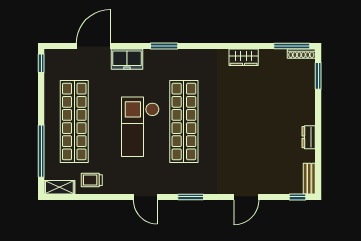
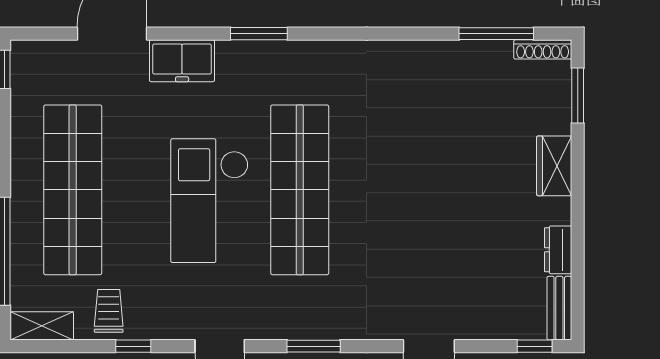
window: (292, 46) -> (496, 34), moved
wardrobe: (244, 57) -> (554, 166), moved, turned 90
dresser: (309, 137) -> (558, 250), moved
trolley: (92, 180) -> (109, 311), turned 90
window: (104, 197) -> (133, 346), added

